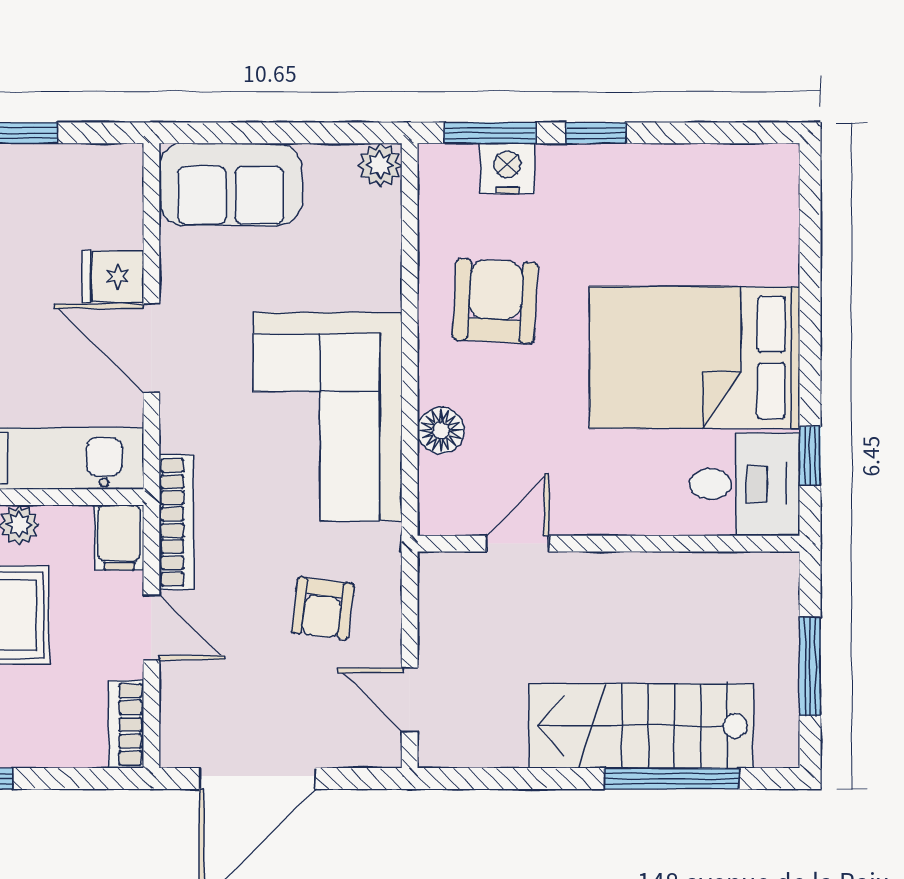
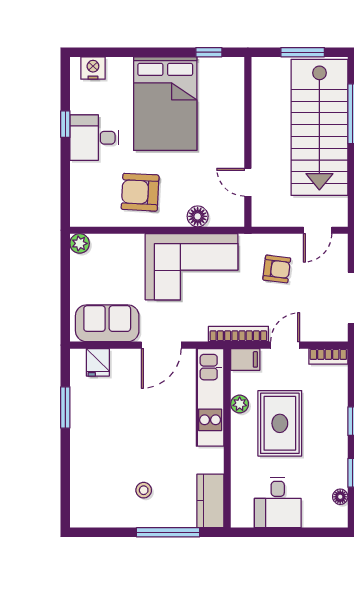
window: (490, 133) -> (65, 194), removed
window: (596, 133) -> (65, 124), moved
nightstand: (507, 168) -> (93, 68), moved, turned 90
sofa: (231, 184) -> (107, 323), moved, turned -90
fridge: (113, 277) -> (98, 362), moved
desk: (745, 484) -> (94, 138), moved, turned -90
stairs: (641, 726) -> (319, 127), width x1.36, depth x1.51

